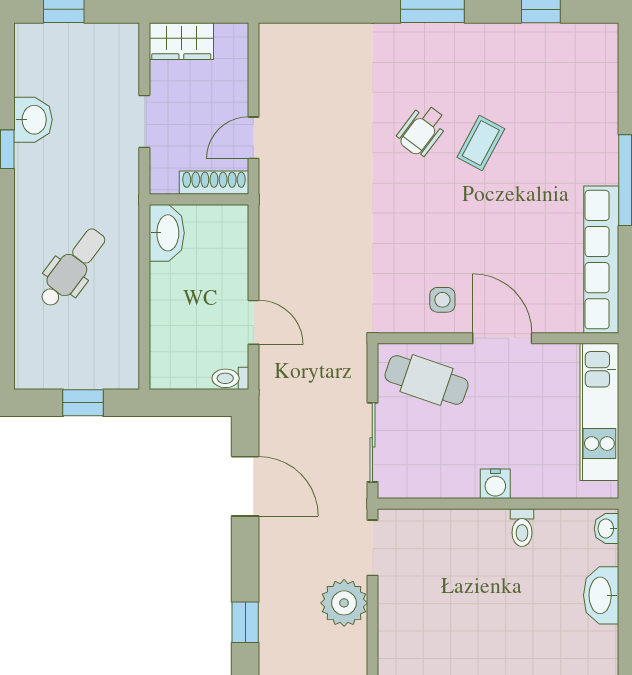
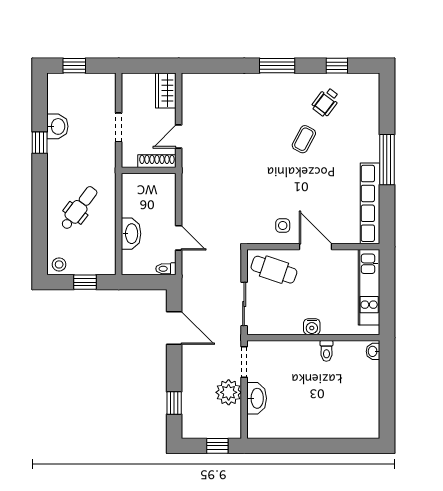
wardrobe: (181, 41) -> (166, 91), moved, turned 90
wheelchair: (422, 130) -> (326, 102), moved
washbasin: (167, 233) -> (131, 234), moved
stool: (36, 371) -> (59, 264), added
washbasin: (601, 595) -> (257, 398), moved, turned 180

